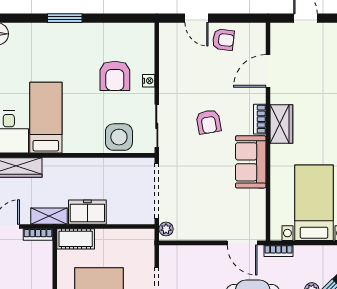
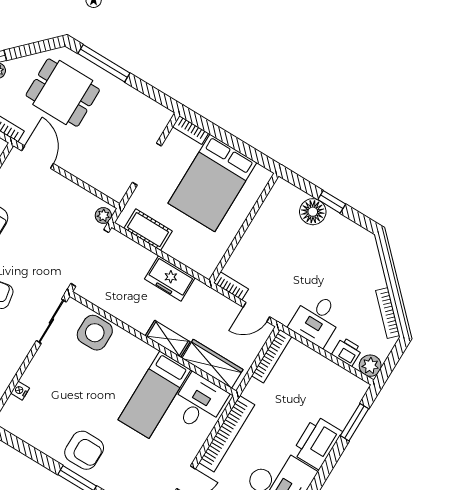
armchair: (115, 76) -> (84, 450), moved, turned 90
nightstand: (149, 81) -> (20, 391), moved
shelving: (49, 216) -> (168, 339), moved
cot: (76, 239) -> (148, 230), moved

